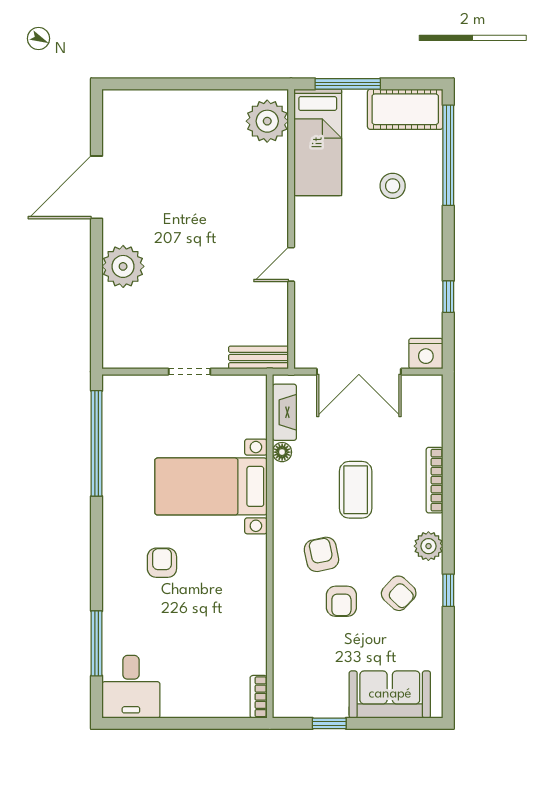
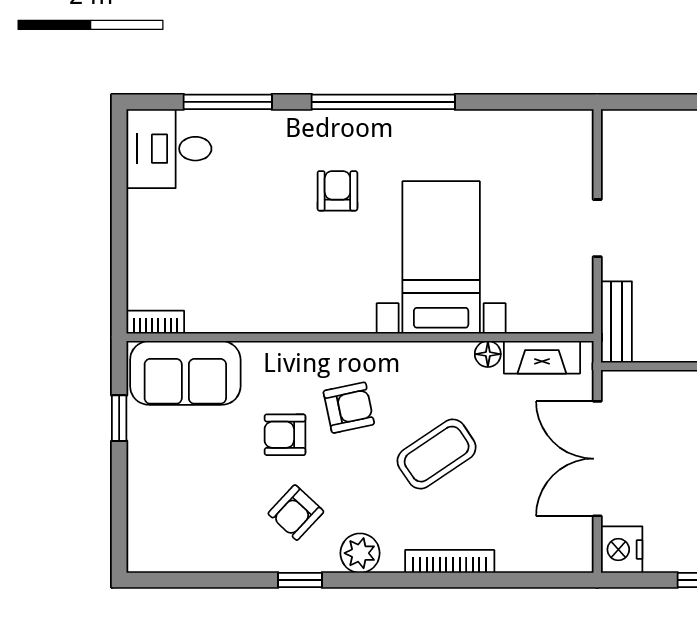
window: (97, 443) -> (383, 102), moved
coffee table: (356, 490) -> (437, 454), turned -34
armchair: (162, 563) -> (337, 191), turned -90
sofa: (390, 694) -> (185, 373), moved, turned 90

